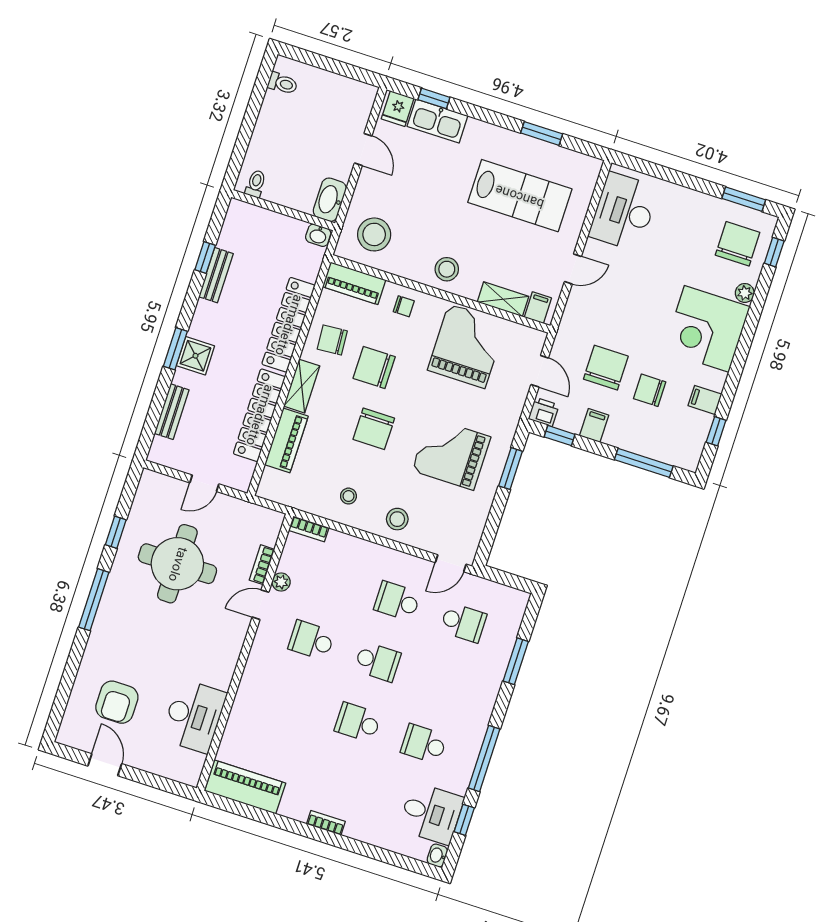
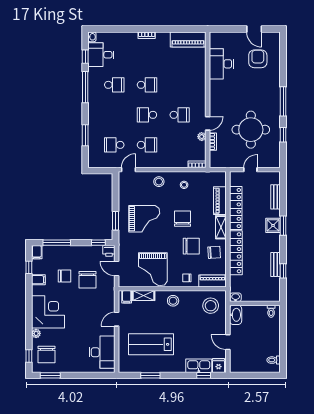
filing cabinet: (594, 425) -> (37, 252), moved

